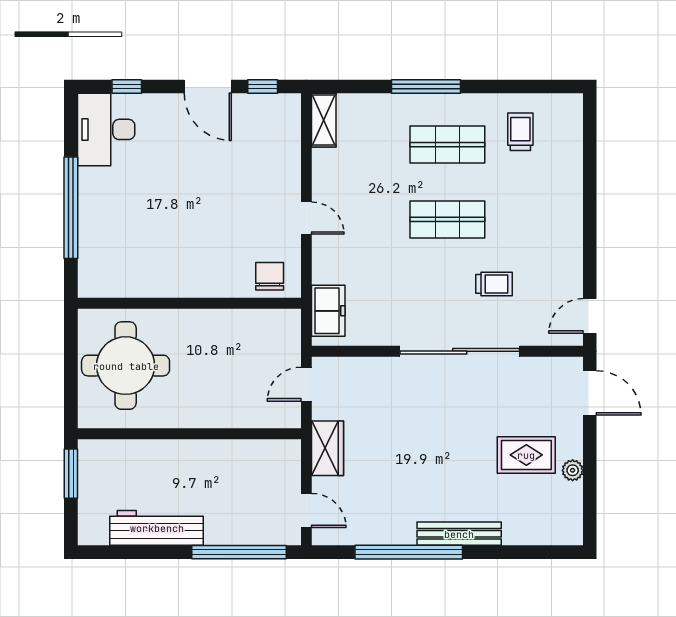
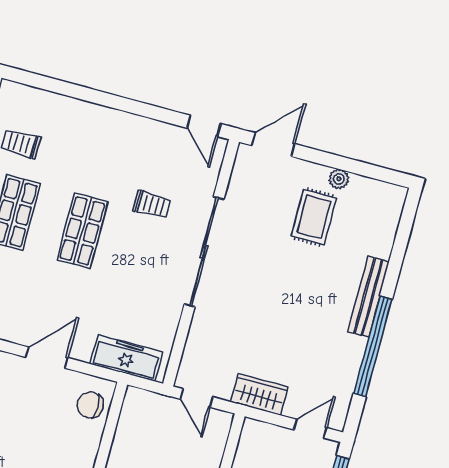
door: (306, 218) -> (47, 358), width x1.38
trolley: (494, 284) -> (152, 204), turned 90
freezer: (328, 311) -> (126, 358), width x1.40

